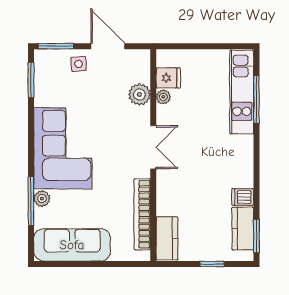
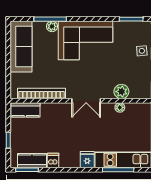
fridge: (168, 78) -> (87, 160), moved, turned 180

